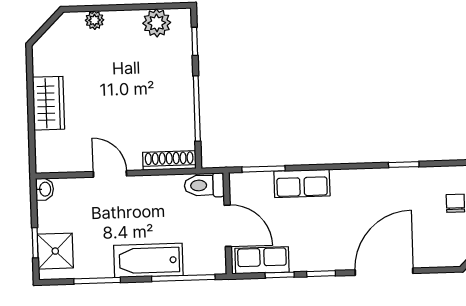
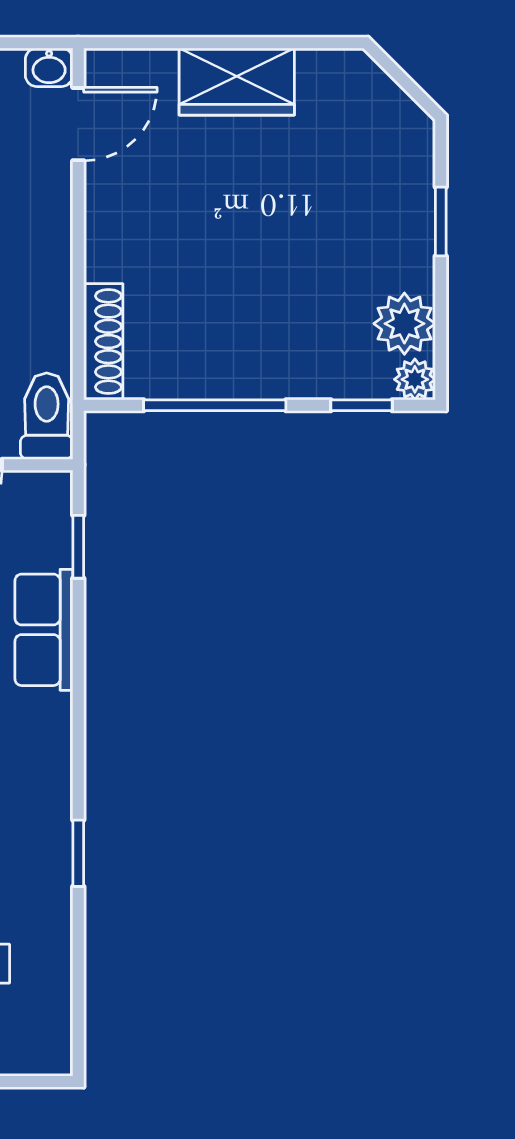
window: (109, 8) -> (441, 221), added
plant: (95, 20) -> (415, 379), moved
window: (263, 169) -> (78, 547), width x0.67
door: (110, 174) -> (78, 124), moved

